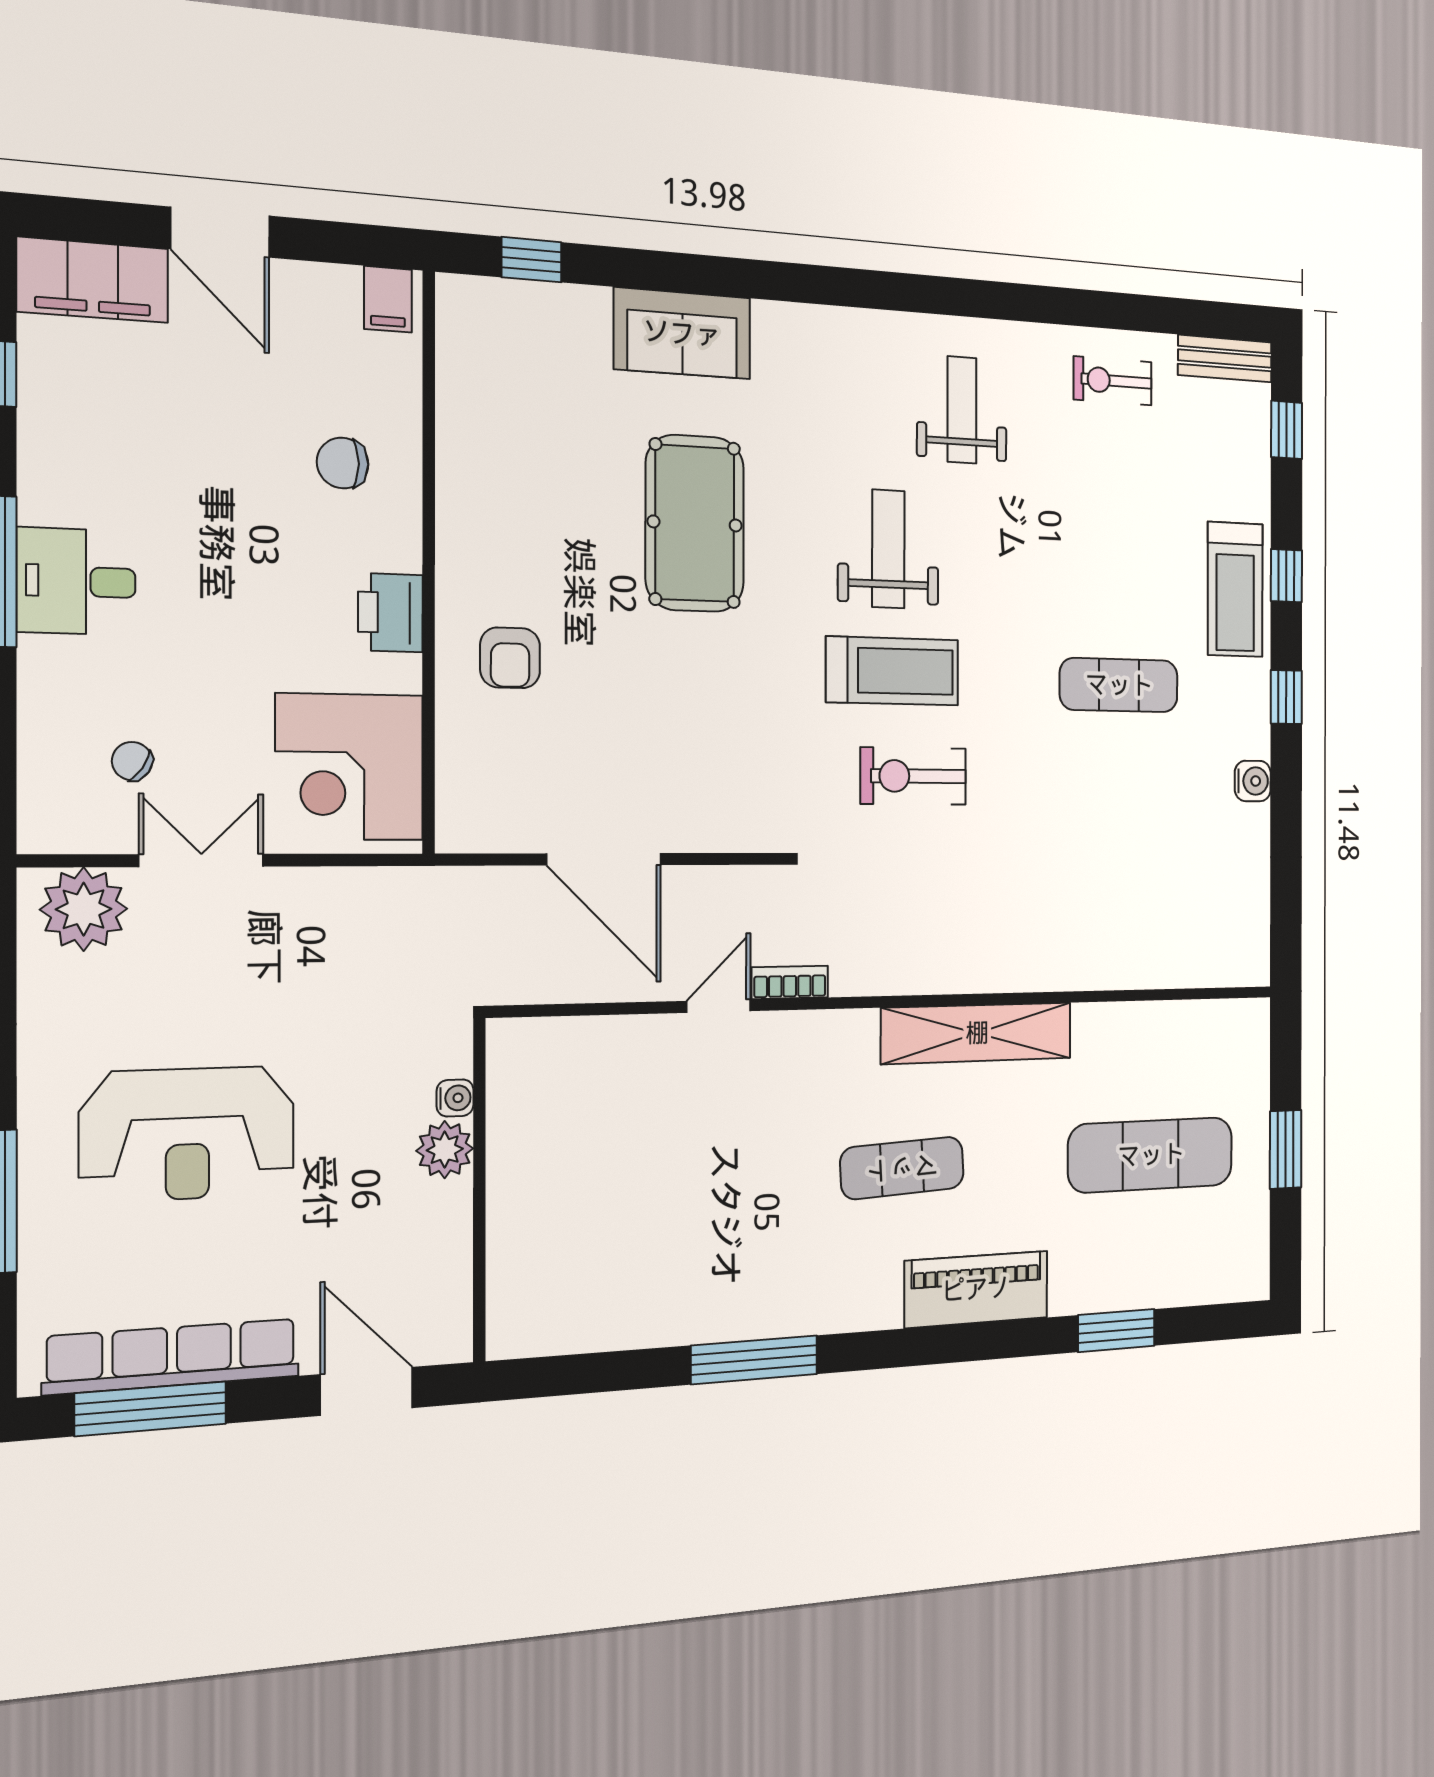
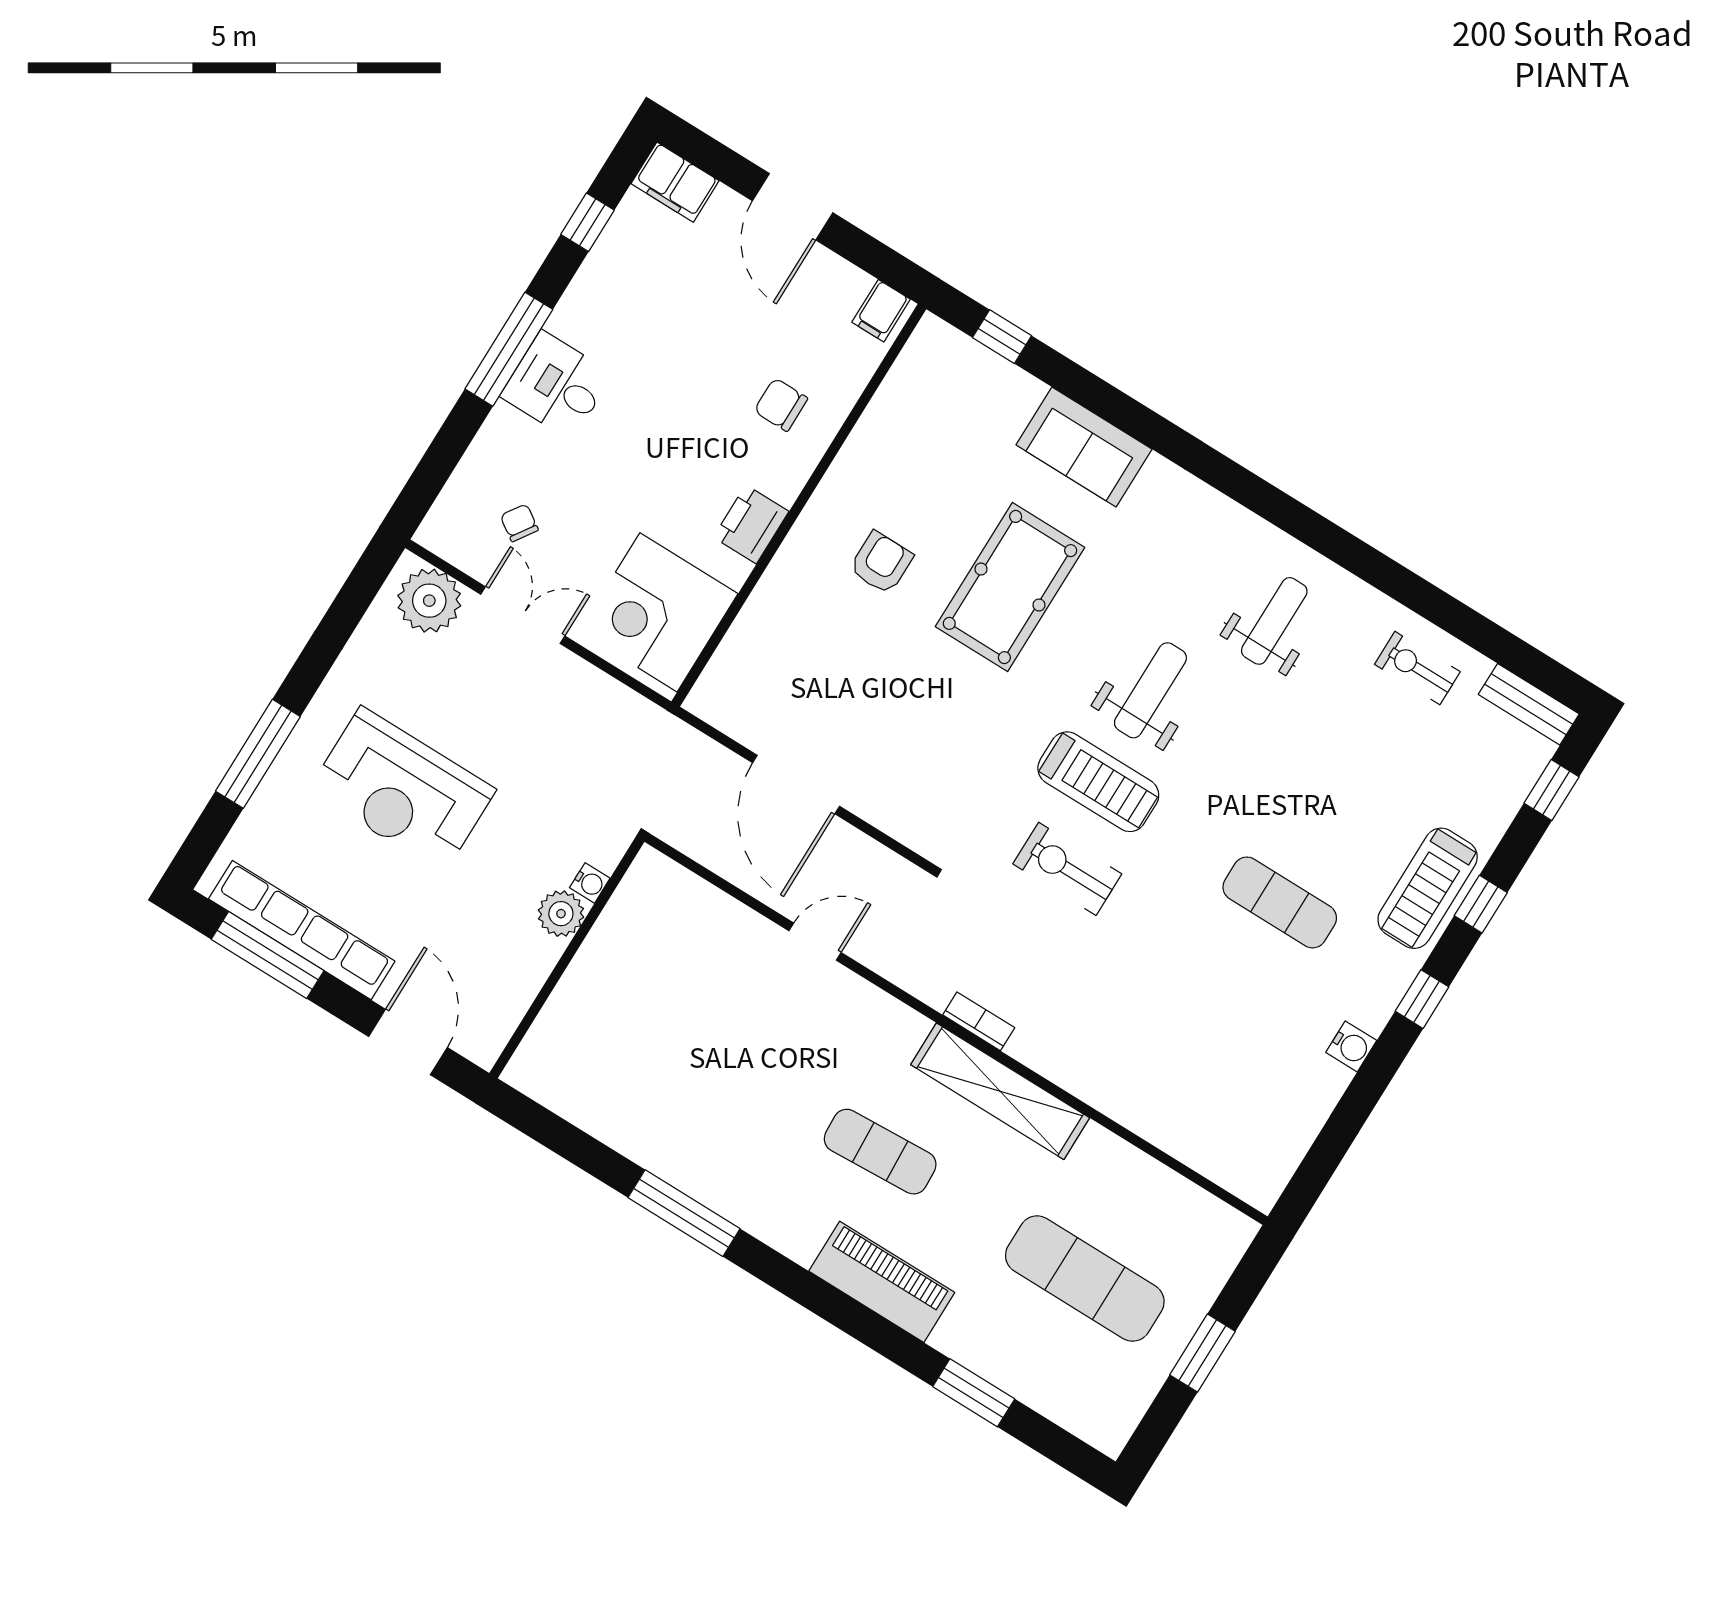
filing cabinet: (93, 280) -> (675, 182), width x0.67, depth x0.86
armchair: (510, 658) -> (881, 563), moved, turned 180
bookcase: (790, 982) -> (979, 1021), moved

